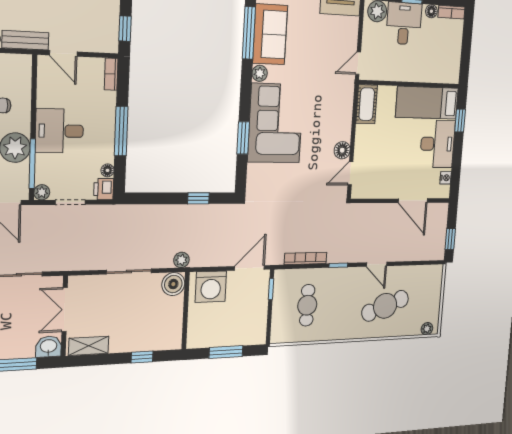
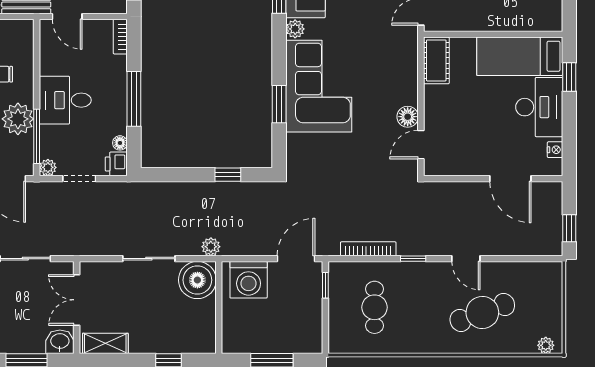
boiler: (173, 284) -> (197, 280), width x1.37, depth x1.37

